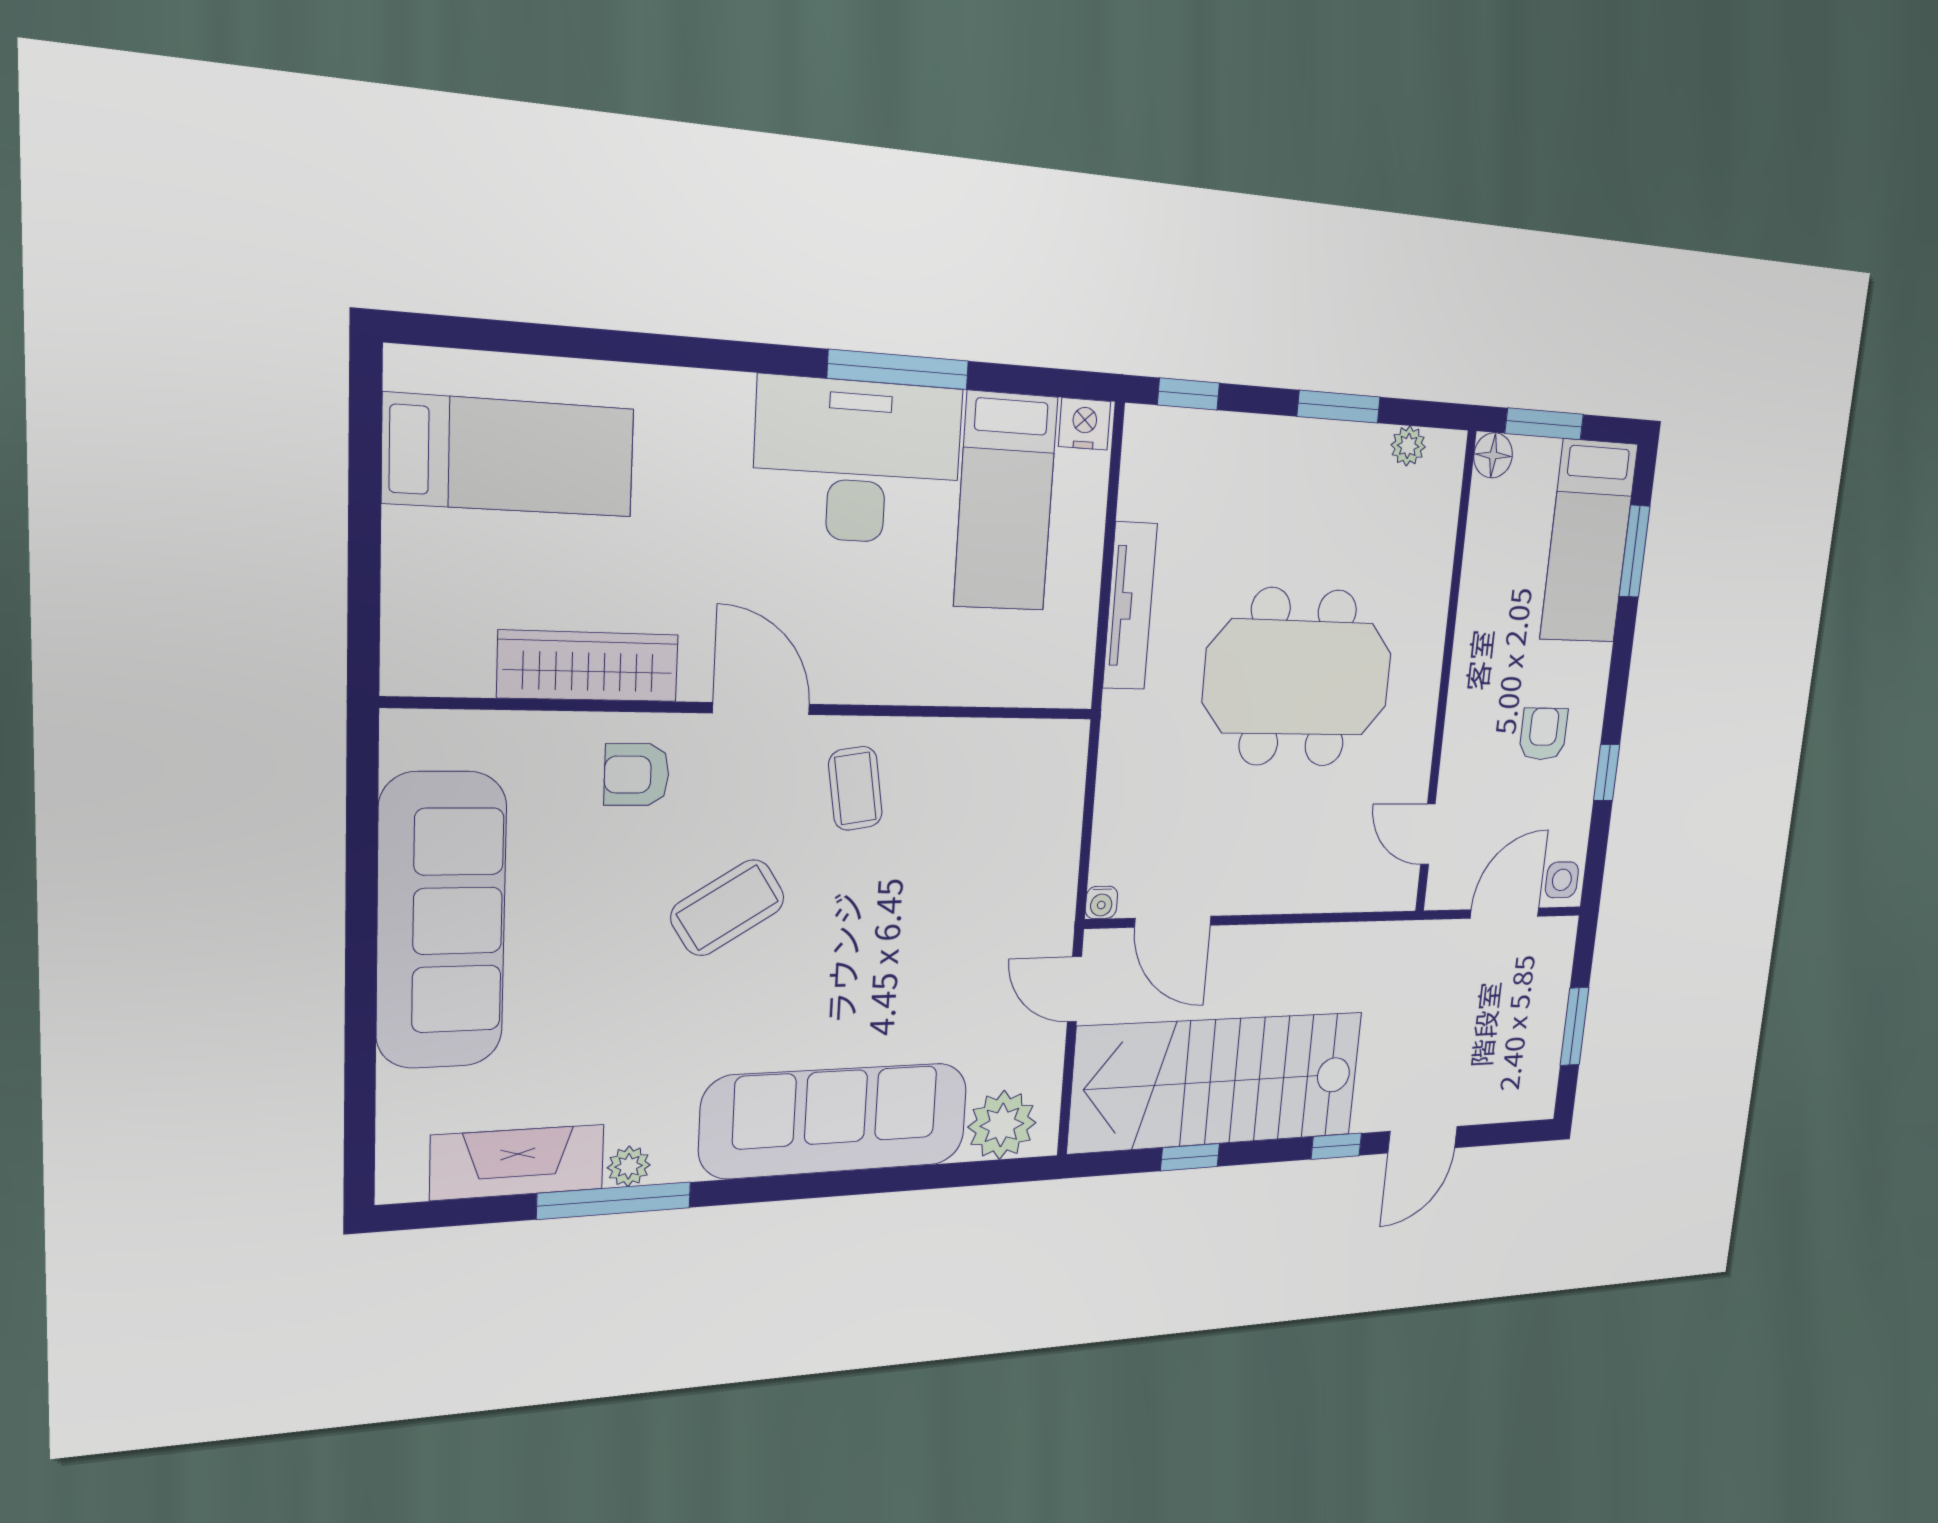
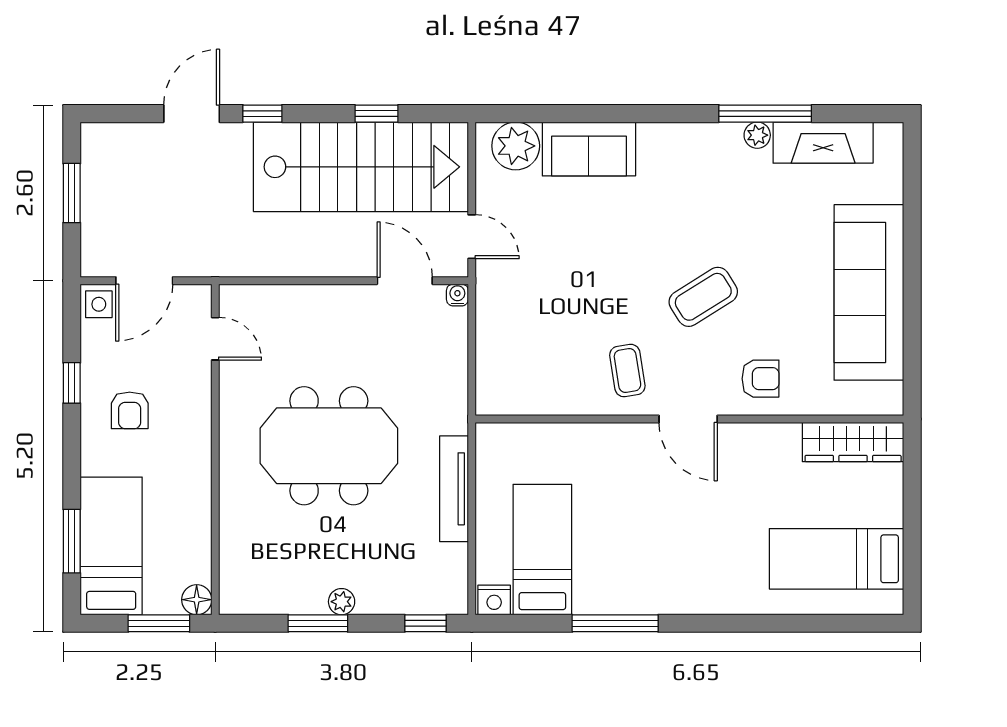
plant: (1408, 446) -> (342, 602), moved
desk: (858, 462) -> (637, 568), removed
wardrobe: (588, 666) -> (853, 442), moved
sofa: (835, 1121) -> (589, 149), width x0.54, depth x0.79

